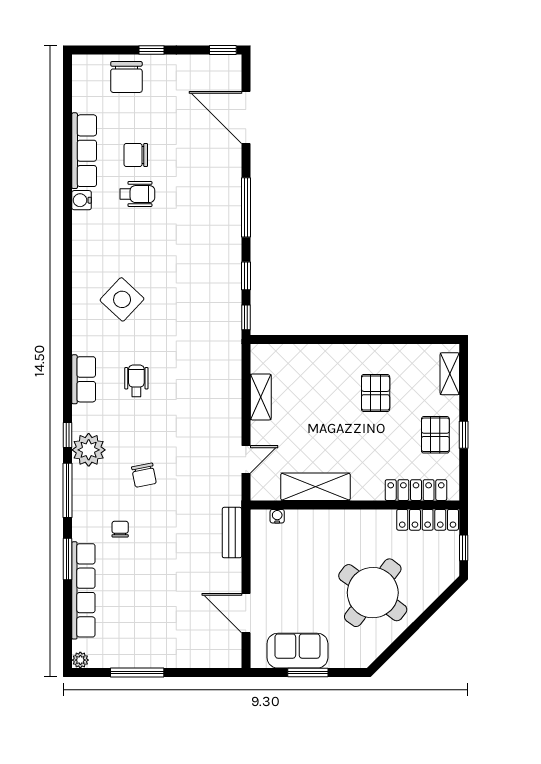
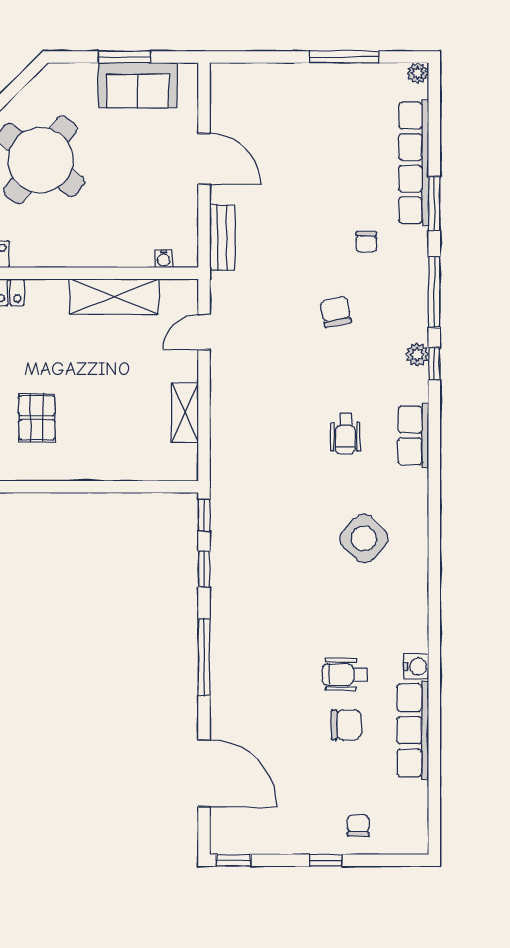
chair: (126, 77) -> (358, 826), width x0.54, depth x0.54
plant: (89, 450) -> (417, 354), width x0.53, depth x0.53
door: (246, 613) -> (204, 159), moved

